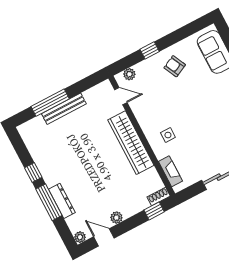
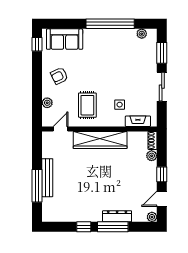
window: (150, 50) -> (37, 44), moved
plant: (129, 74) -> (47, 103), moved
rug: (160, 111) -> (87, 105), added
side table: (168, 135) -> (120, 105), moved
window: (154, 211) -> (162, 174), moved
plant: (116, 218) -> (152, 156), moved

